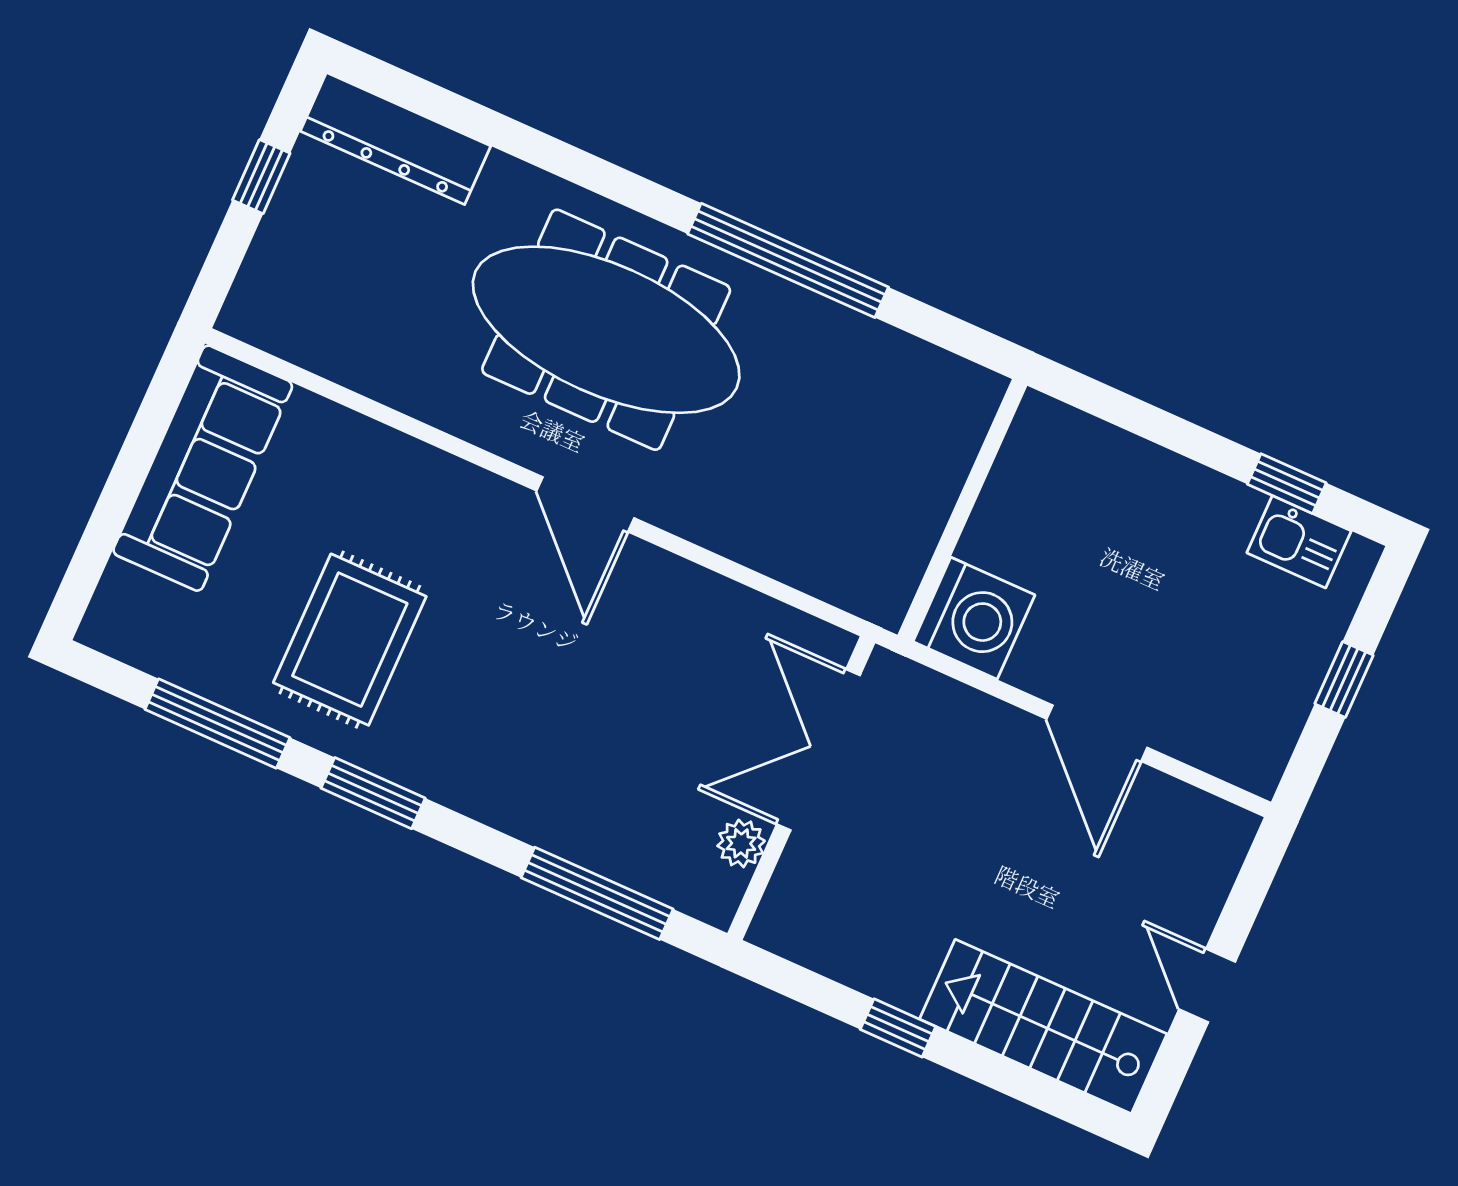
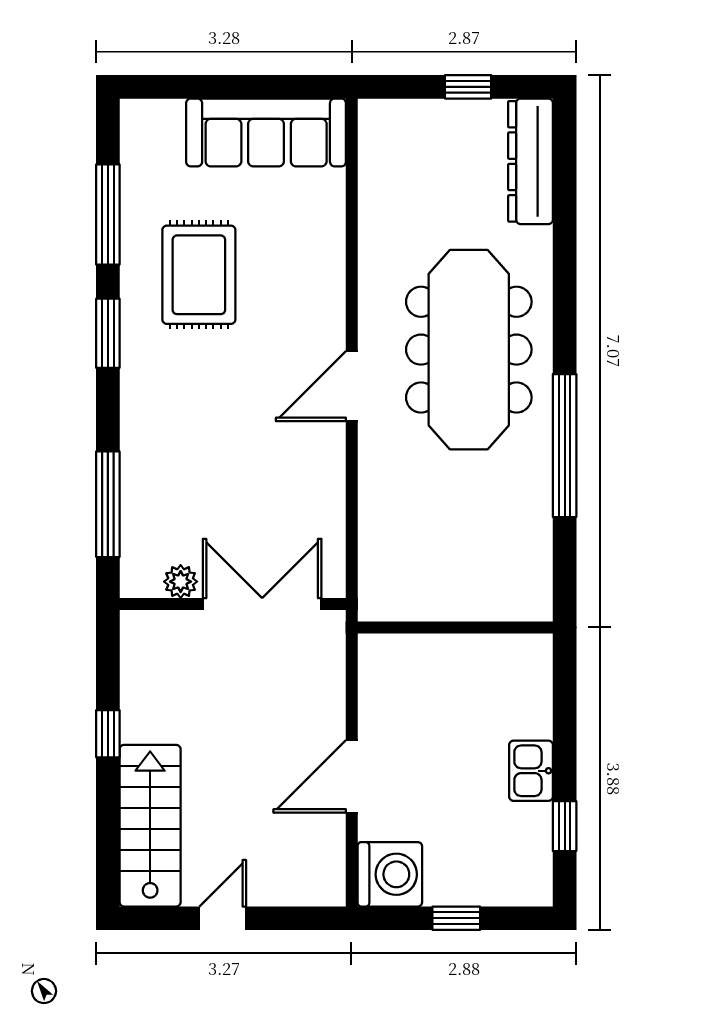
kitchen sink: (1299, 542) -> (531, 771), moved
washing machine: (974, 618) -> (390, 874), moved, turned -90
rug: (350, 640) -> (199, 275), turned 90

